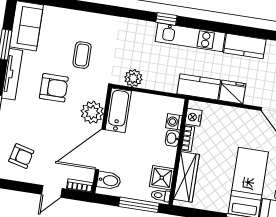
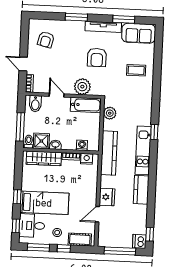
coffee table: (82, 55) -> (136, 70), moved
kitchen counter: (199, 87) -> (109, 153), width x1.50
fridge: (232, 92) -> (107, 197), moved
washbasin: (172, 138) -> (55, 145), moved
door: (100, 149) -> (57, 95), width x0.53

